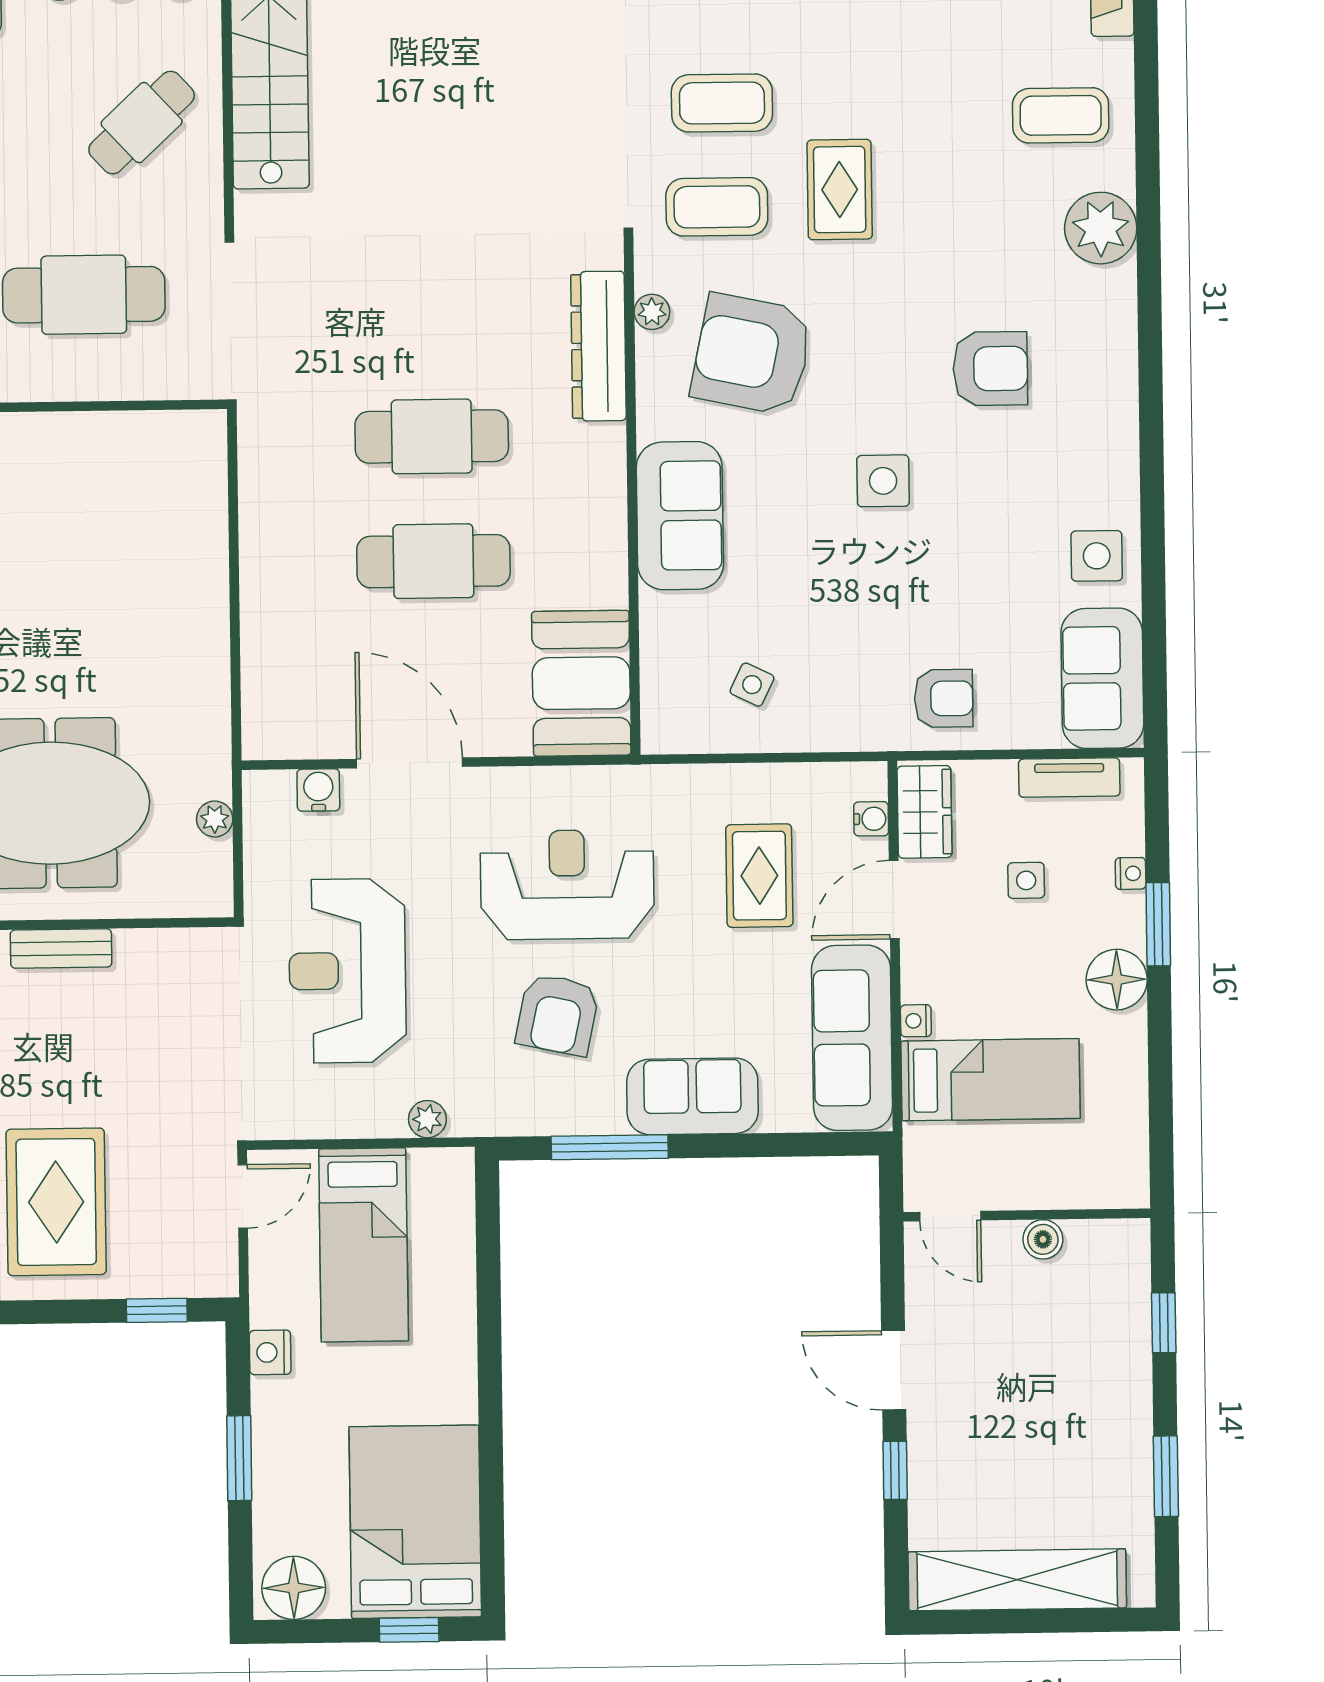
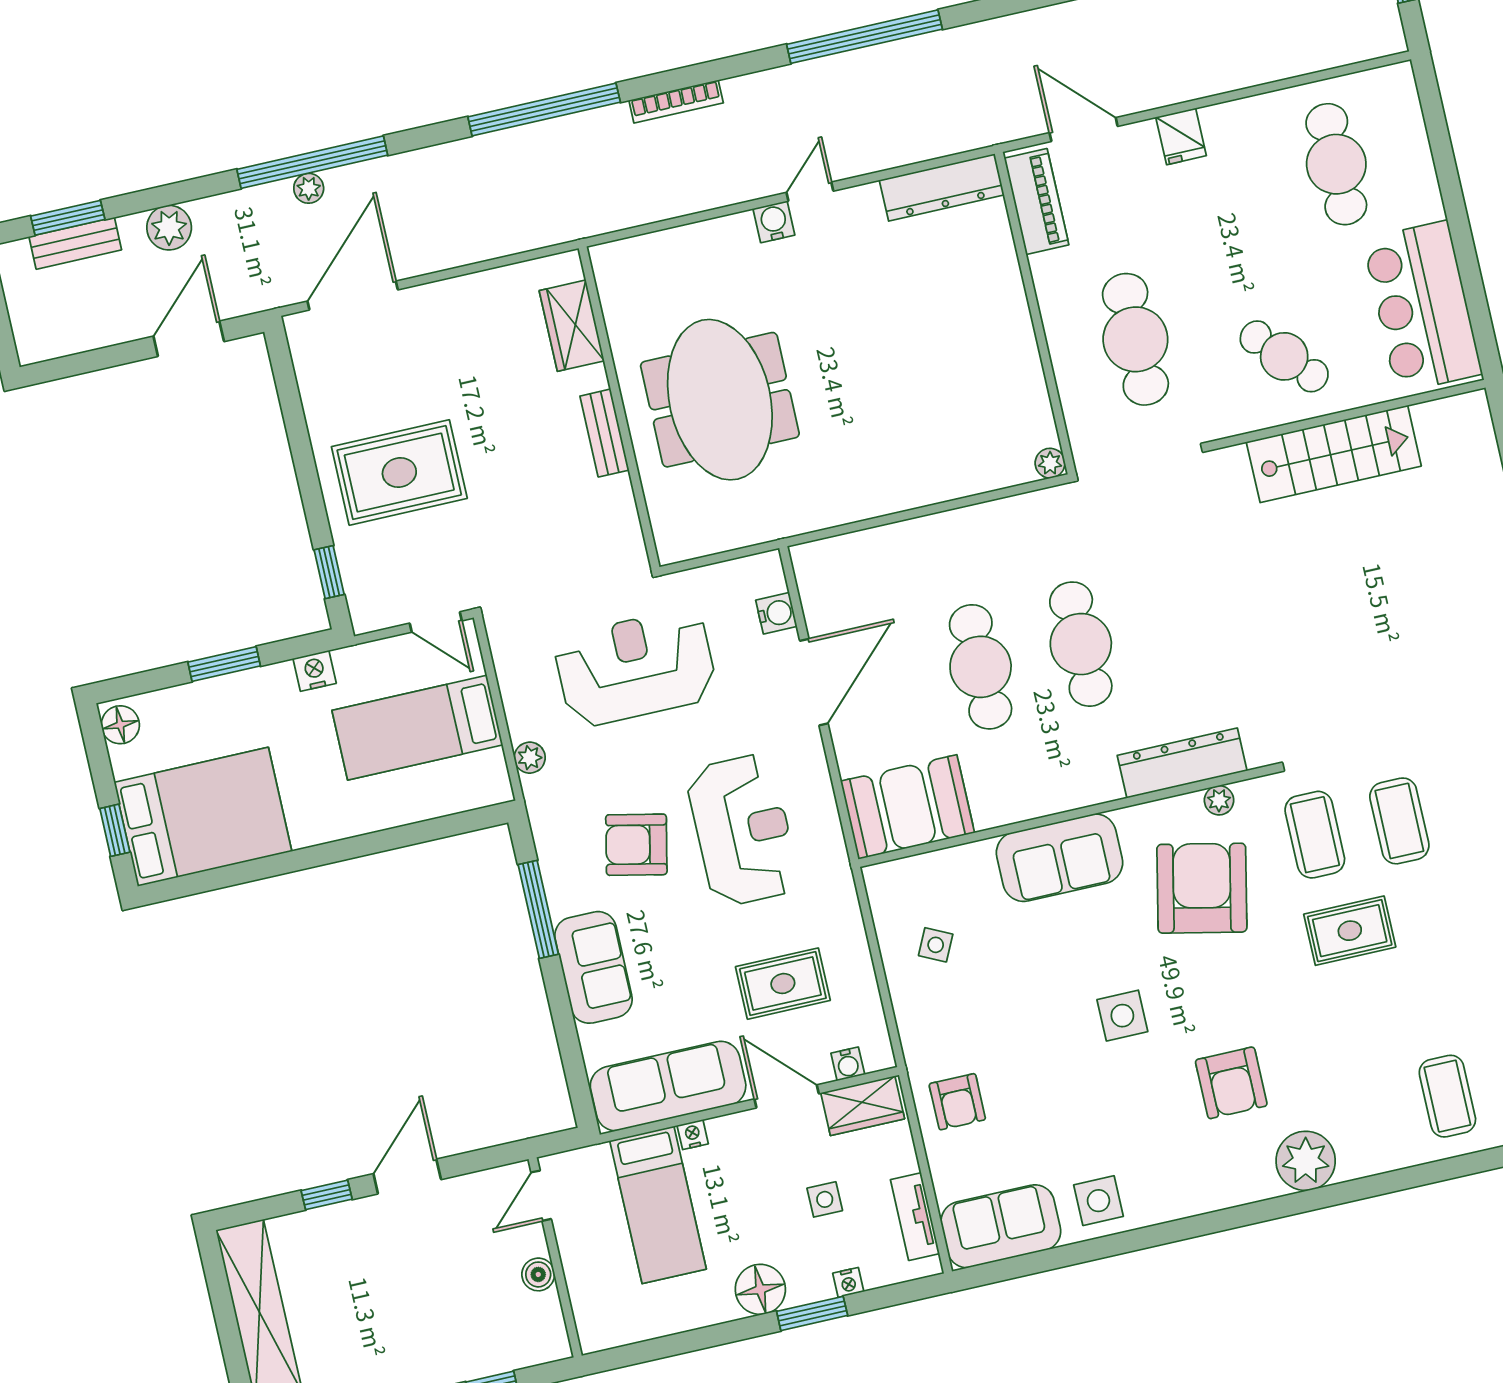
plant: (1101, 228) -> (1306, 1161), moved
plant: (215, 819) -> (1050, 463), moved
floor lamp: (294, 1588) -> (120, 725), width x0.73, depth x0.73

